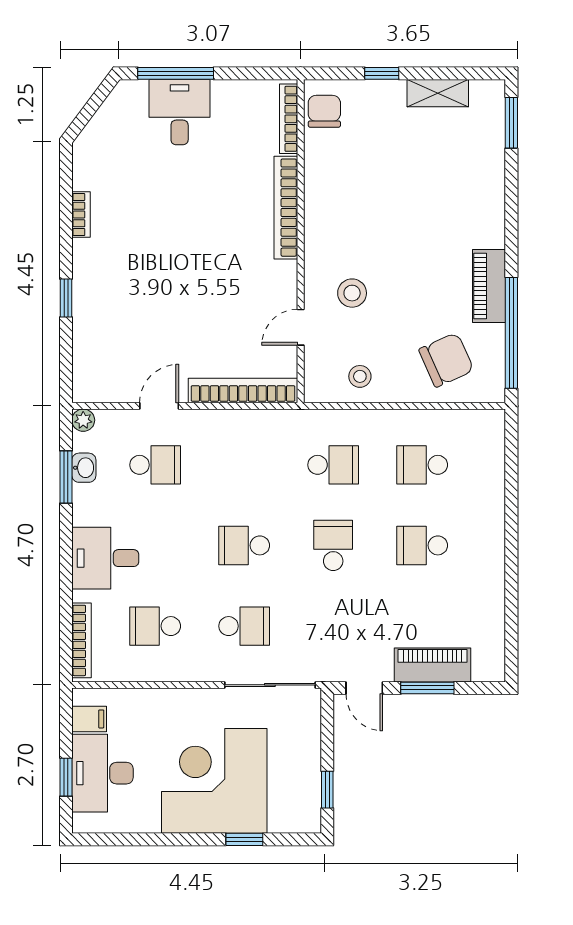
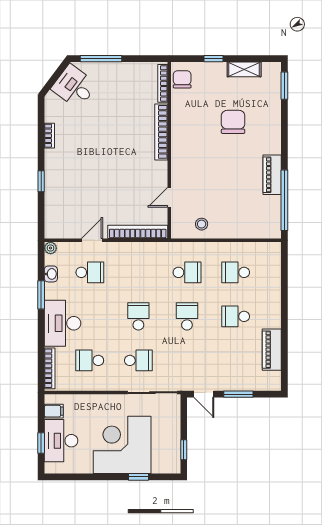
desk: (180, 112) -> (74, 87), moved, turned -53
stool: (352, 293) -> (197, 179), removed
chair: (446, 360) -> (233, 122), moved, turned -66
window: (66, 477) -> (41, 295), moved
school desk: (244, 545) -> (138, 316), turned 90
desk: (105, 558) -> (63, 323), width x1.37
piano: (433, 665) -> (272, 350), moved, turned -90

